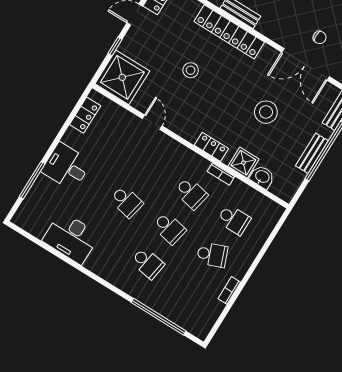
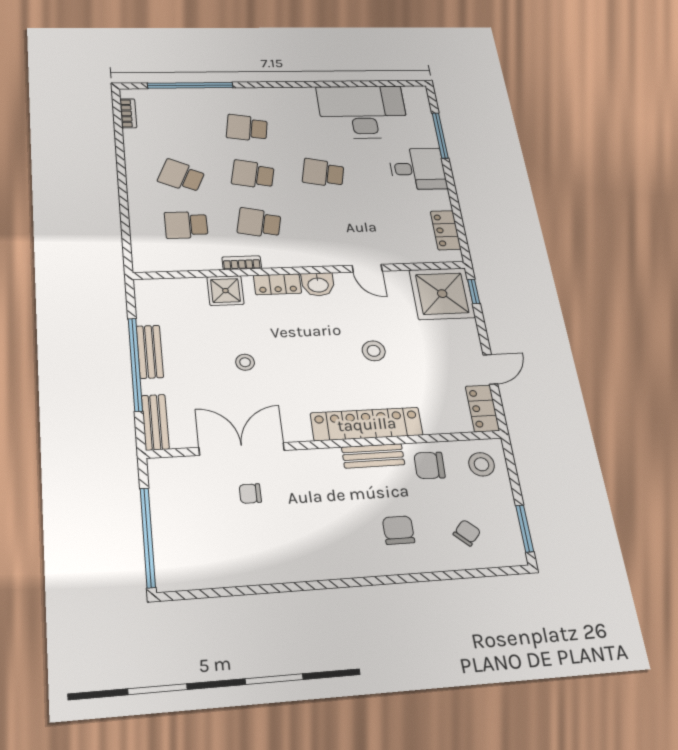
window: (115, 46) -> (474, 291), moved
stool: (266, 112) -> (245, 362), width x0.53, depth x0.53
washbasin: (262, 177) -> (318, 284), moved
desk: (71, 238) -> (363, 112), width x1.36, depth x1.30
school desk: (212, 255) -> (181, 176), turned 45
bookcase: (229, 290) -> (128, 113), moved

